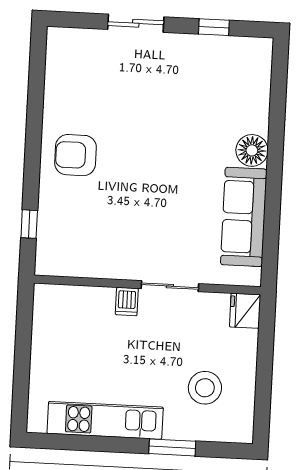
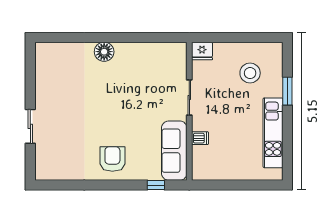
window: (214, 27) -> (30, 79), removed
armchair: (75, 155) -> (112, 159), turned 180
sofa: (244, 217) -> (174, 151), moved, turned 90
dishwasher: (127, 302) -> (200, 138), moved

